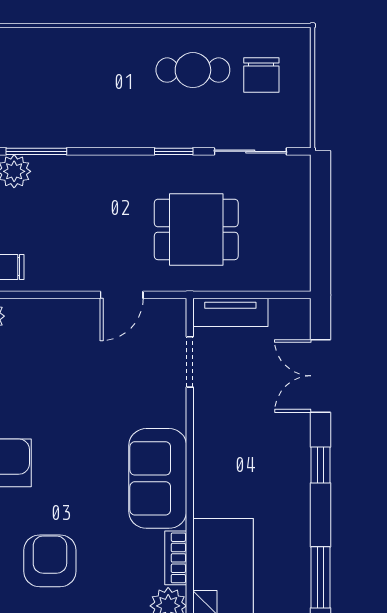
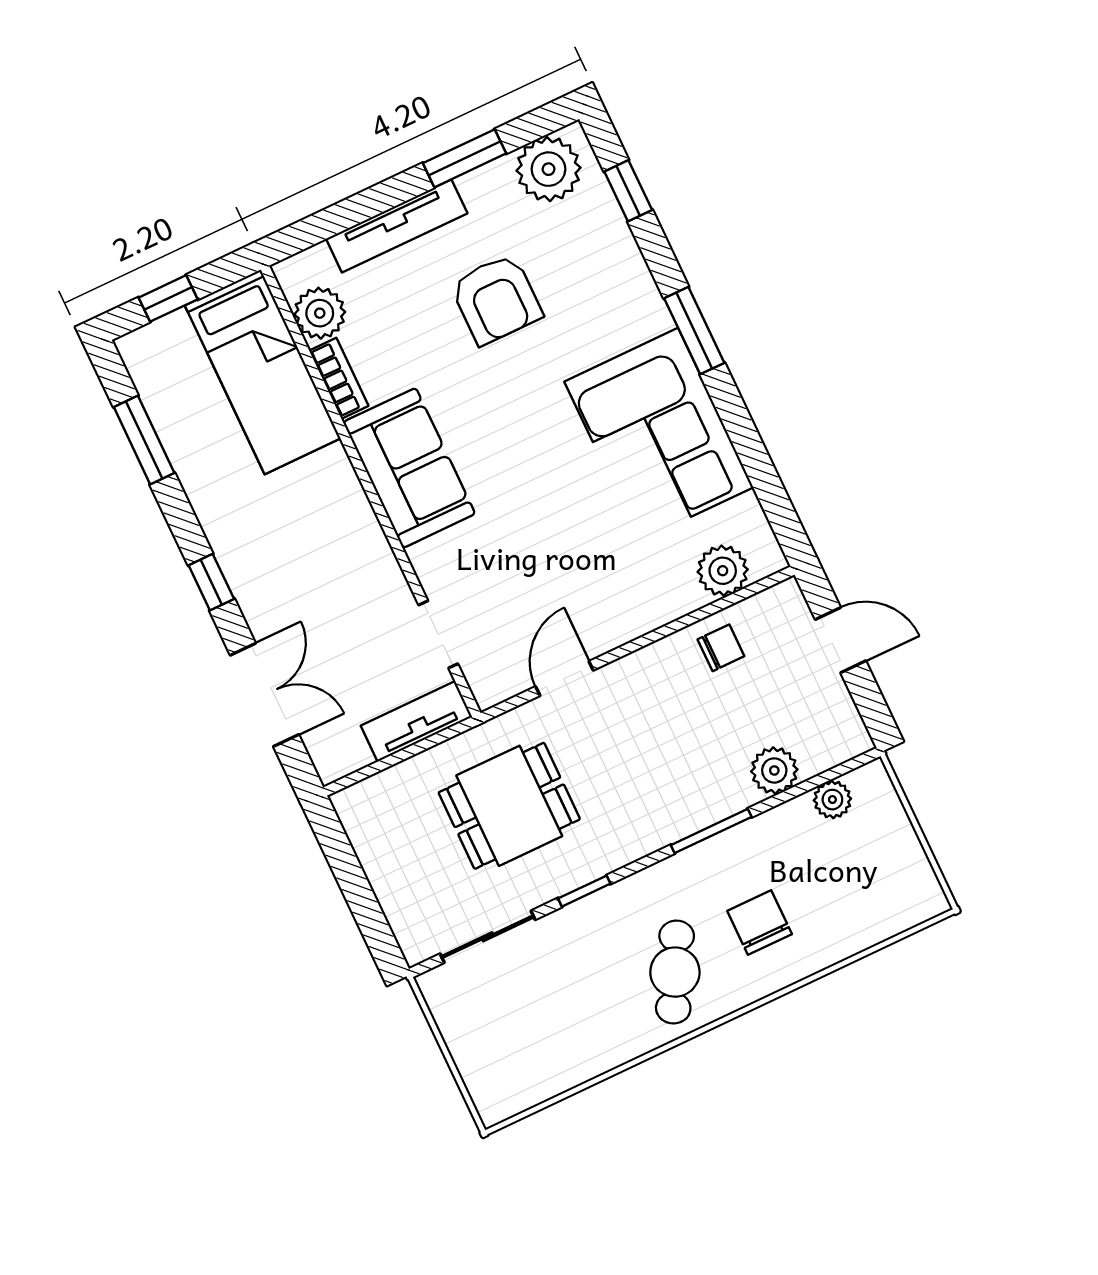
cafe table: (193, 70) -> (675, 972), moved, turned -62
chair: (261, 75) -> (760, 923), moved
window: (36, 151) -> (711, 831), moved

